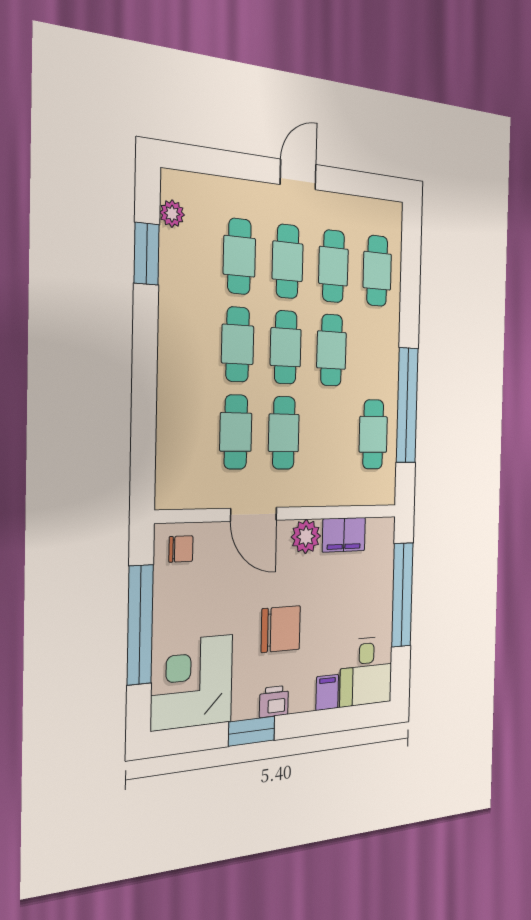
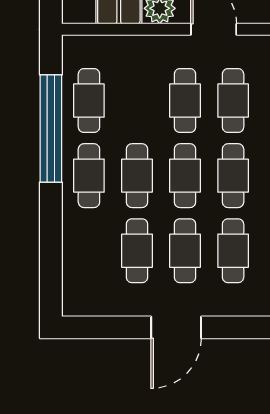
door: (298, 174) -> (176, 327), width x1.38
cafe table: (377, 271) -> (89, 176), moved

